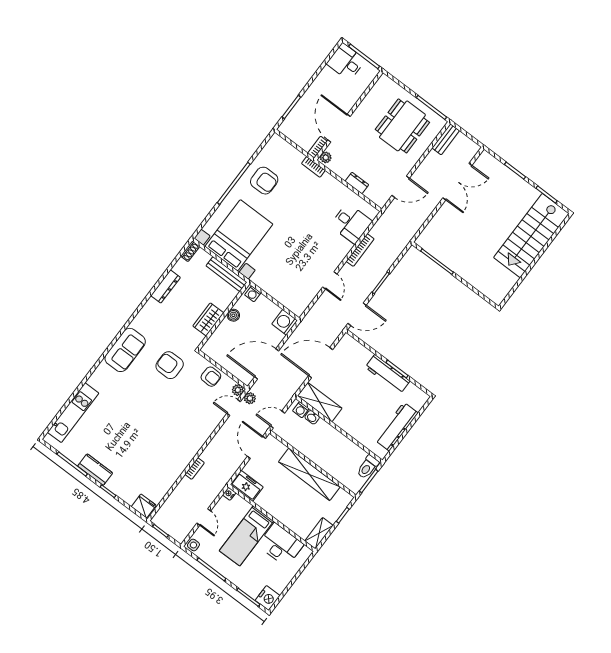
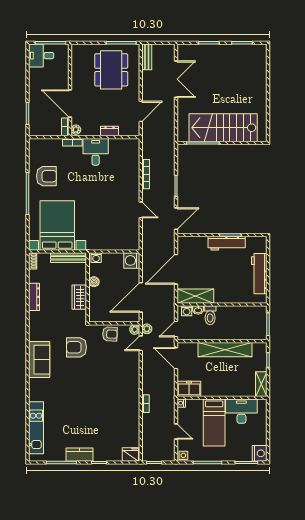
desk: (351, 223) -> (96, 152), moved, turned -90
stairs: (531, 236) -> (223, 128), moved, turned 90
toilet: (368, 467) -> (210, 315), moved

